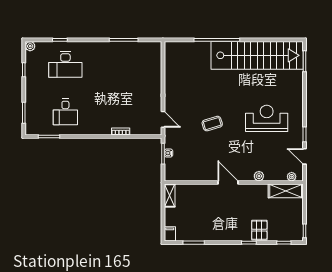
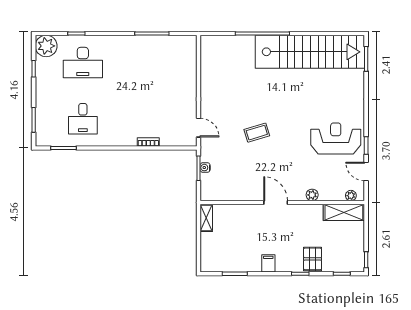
plant: (30, 46) -> (46, 46), width x1.87, depth x1.87
reception desk: (267, 118) -> (336, 139), moved
filing cabinet: (170, 234) -> (268, 263), moved

